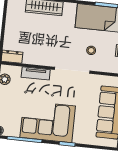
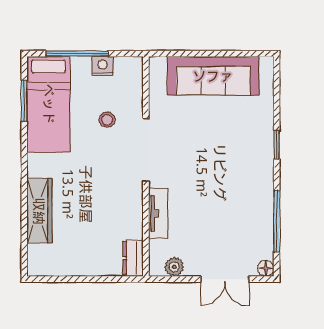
corner sofa: (48, 122) -> (241, 183), removed

